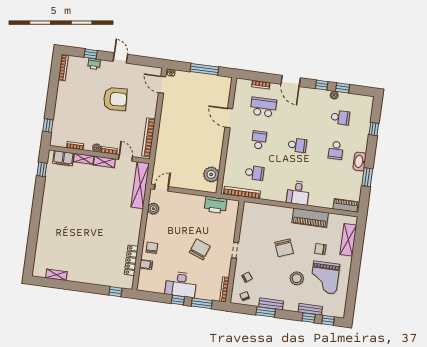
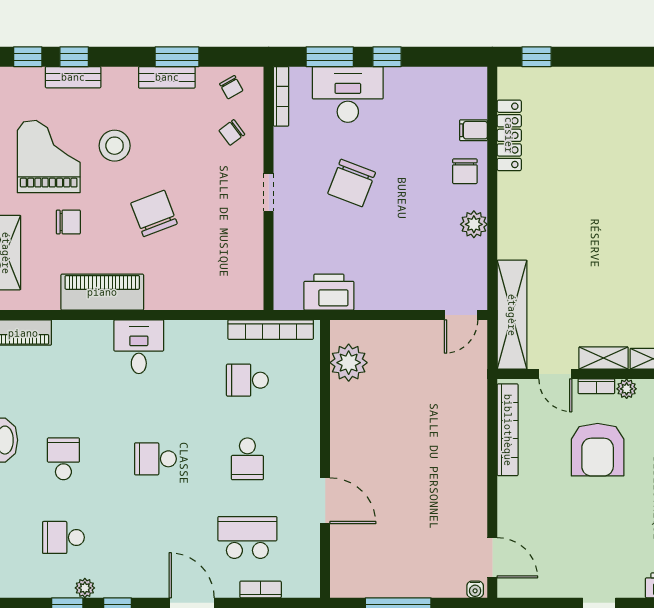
armchair: (115, 99) -> (598, 450), moved, turned -87
school desk: (263, 107) -> (247, 537), turned 180
plant: (153, 209) -> (474, 224), moved
desk: (181, 284) -> (348, 94), moved

